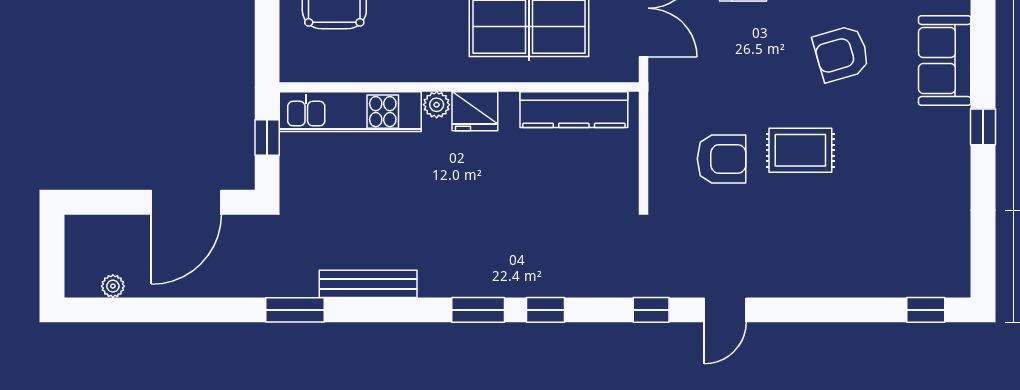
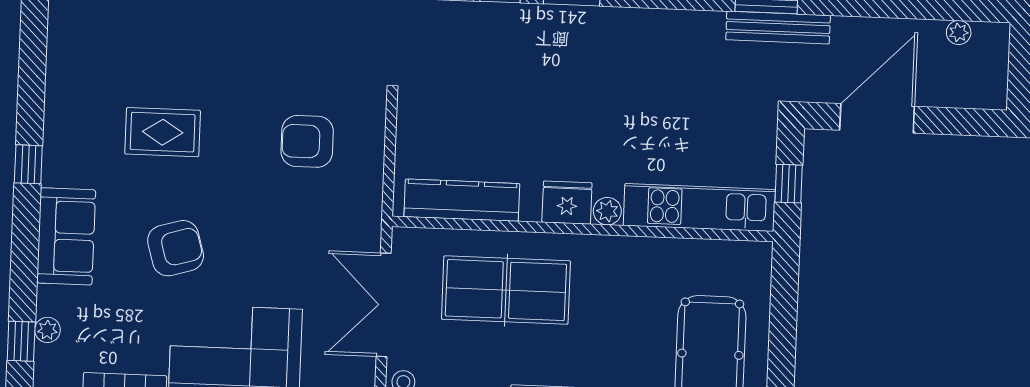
rug: (800, 150) -> (163, 132), moved
bench: (368, 284) -> (778, 28), moved

